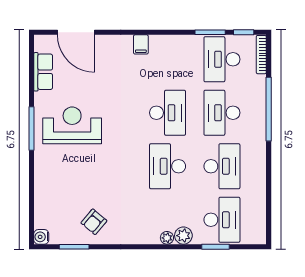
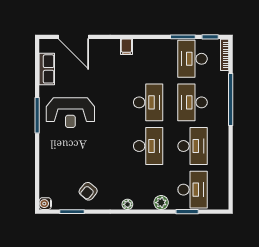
reception desk: (72, 125) -> (70, 113), turned 180
desk: (168, 166) -> (148, 146), turned 180
plant: (167, 238) -> (127, 204), moved

